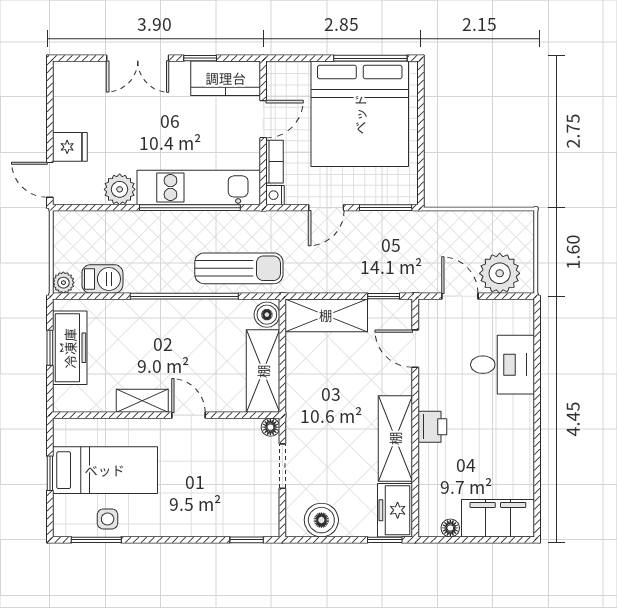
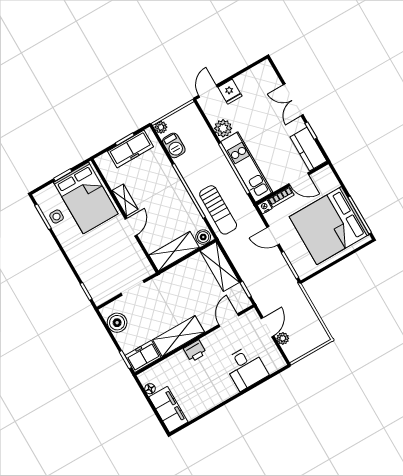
plant: (500, 273) -> (283, 338), width x0.53, depth x0.53
floor lamp: (270, 427) -> (149, 271), removed
bed: (105, 470) -> (86, 198), width x1.50

